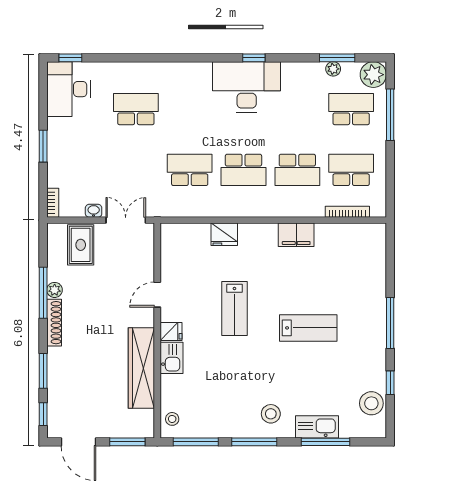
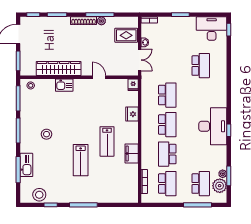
plant: (373, 75) -> (220, 186), moved
school desk: (243, 170) -> (167, 125), turned 180
lab bench: (234, 309) -> (107, 141), moved, turned -90
fridge: (171, 332) -> (133, 85), moved
stool: (271, 414) -> (46, 134), moved

